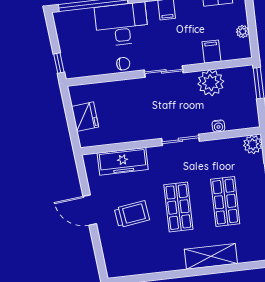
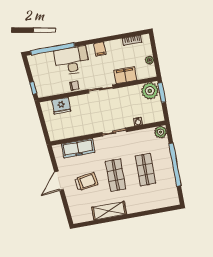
filing cabinet: (211, 52) -> (125, 75), width x2.00
plant: (211, 83) -> (150, 91), moved
fridge: (85, 117) -> (61, 106), moved, turned 95
door: (90, 210) -> (59, 181), hinge flipped
shelving: (211, 256) -> (109, 211), moved

